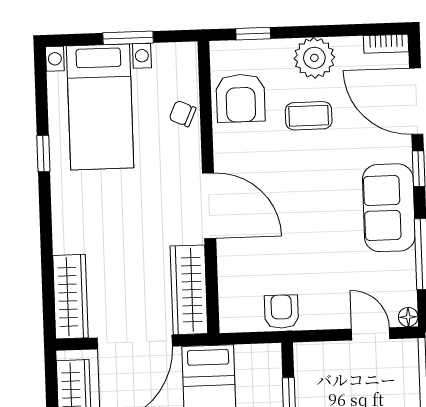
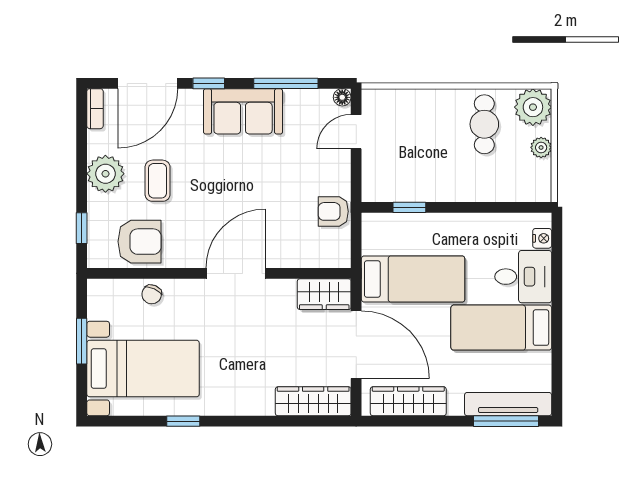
wardrobe: (189, 290) -> (324, 294), width x0.67

